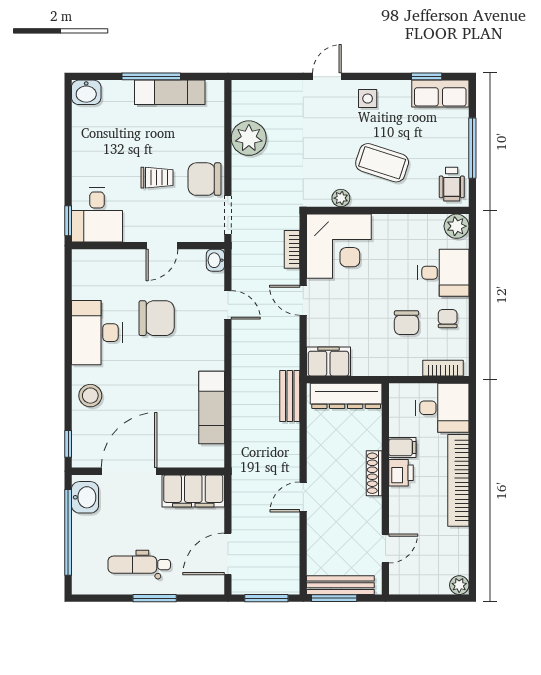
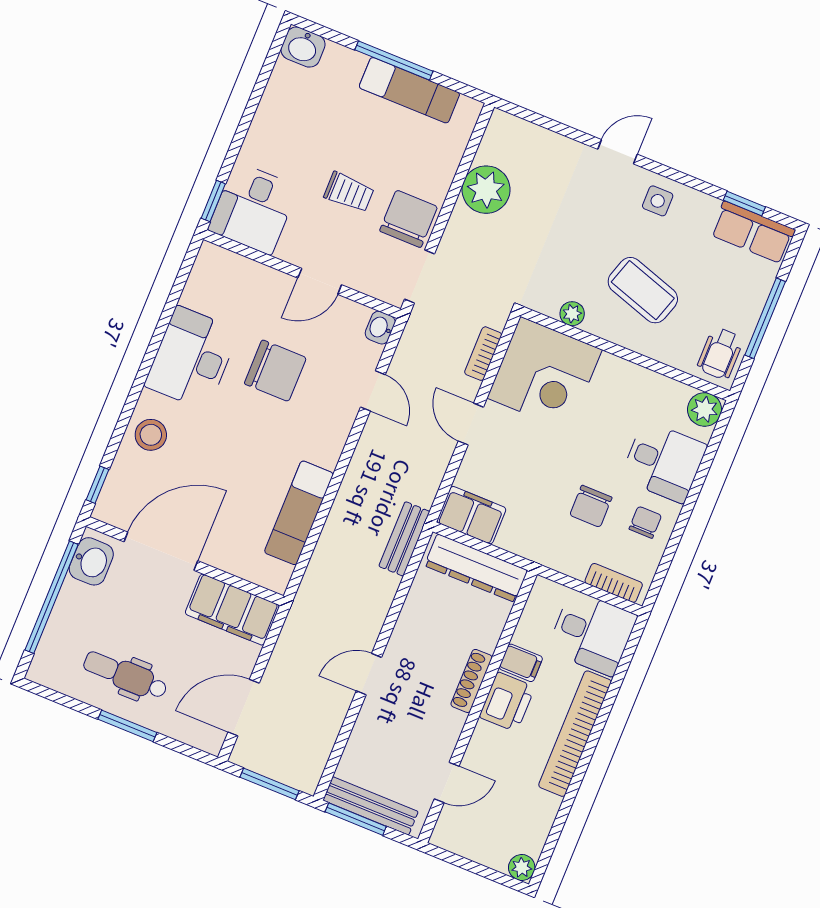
chair: (205, 179) -> (409, 219), turned 90
printer: (401, 473) -> (507, 702), width x1.36, depth x1.24

